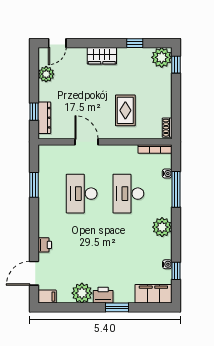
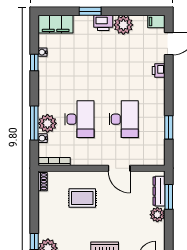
plant: (46, 74) -> (157, 215), moved
rug: (125, 110) -> (82, 198), turned 90
window: (34, 112) -> (169, 197), width x1.50
plant: (162, 227) -> (47, 123), moved
window: (176, 271) -> (34, 62), moved

